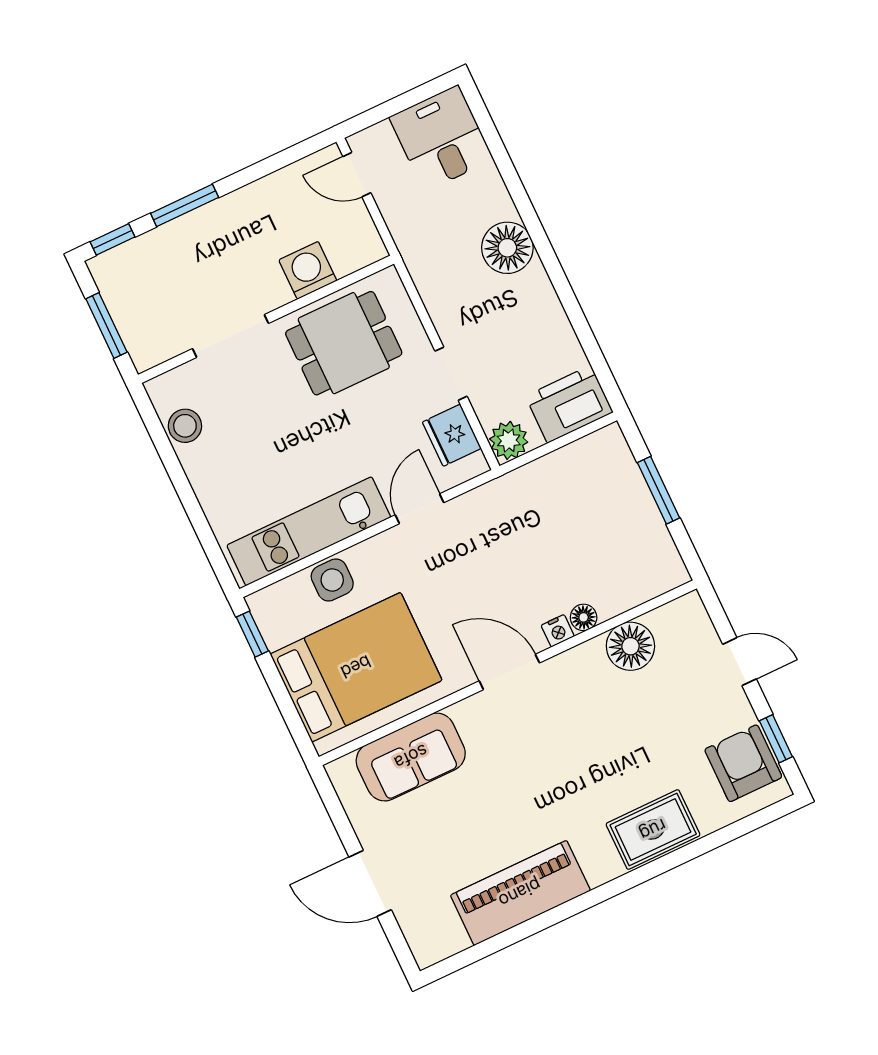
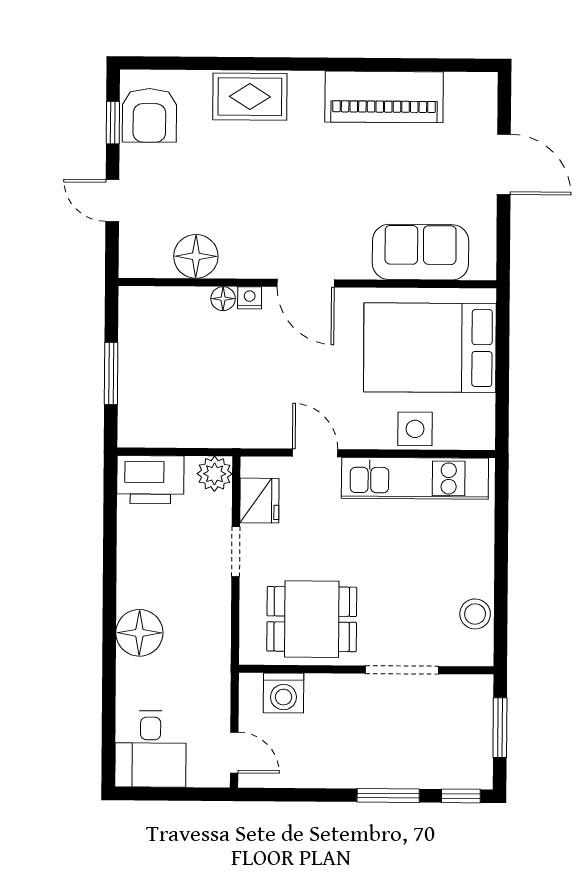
washing machine: (308, 270) -> (284, 693), moved
door: (419, 509) -> (315, 453), swing flipped
window: (252, 634) -> (502, 416), removed

